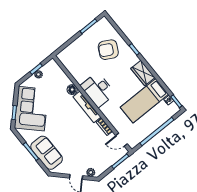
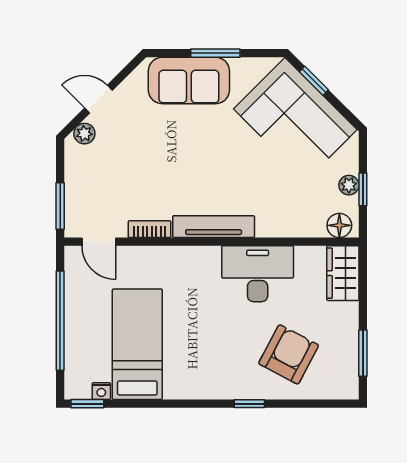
wardrobe: (143, 73) -> (343, 273), moved, turned -90
floor lamp: (72, 90) -> (339, 225), moved
desk: (98, 90) -> (258, 274), moved
door: (122, 140) -> (99, 242), swing flipped

